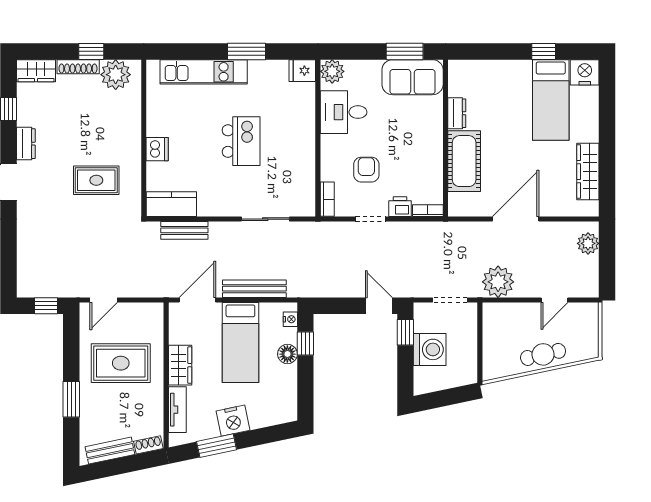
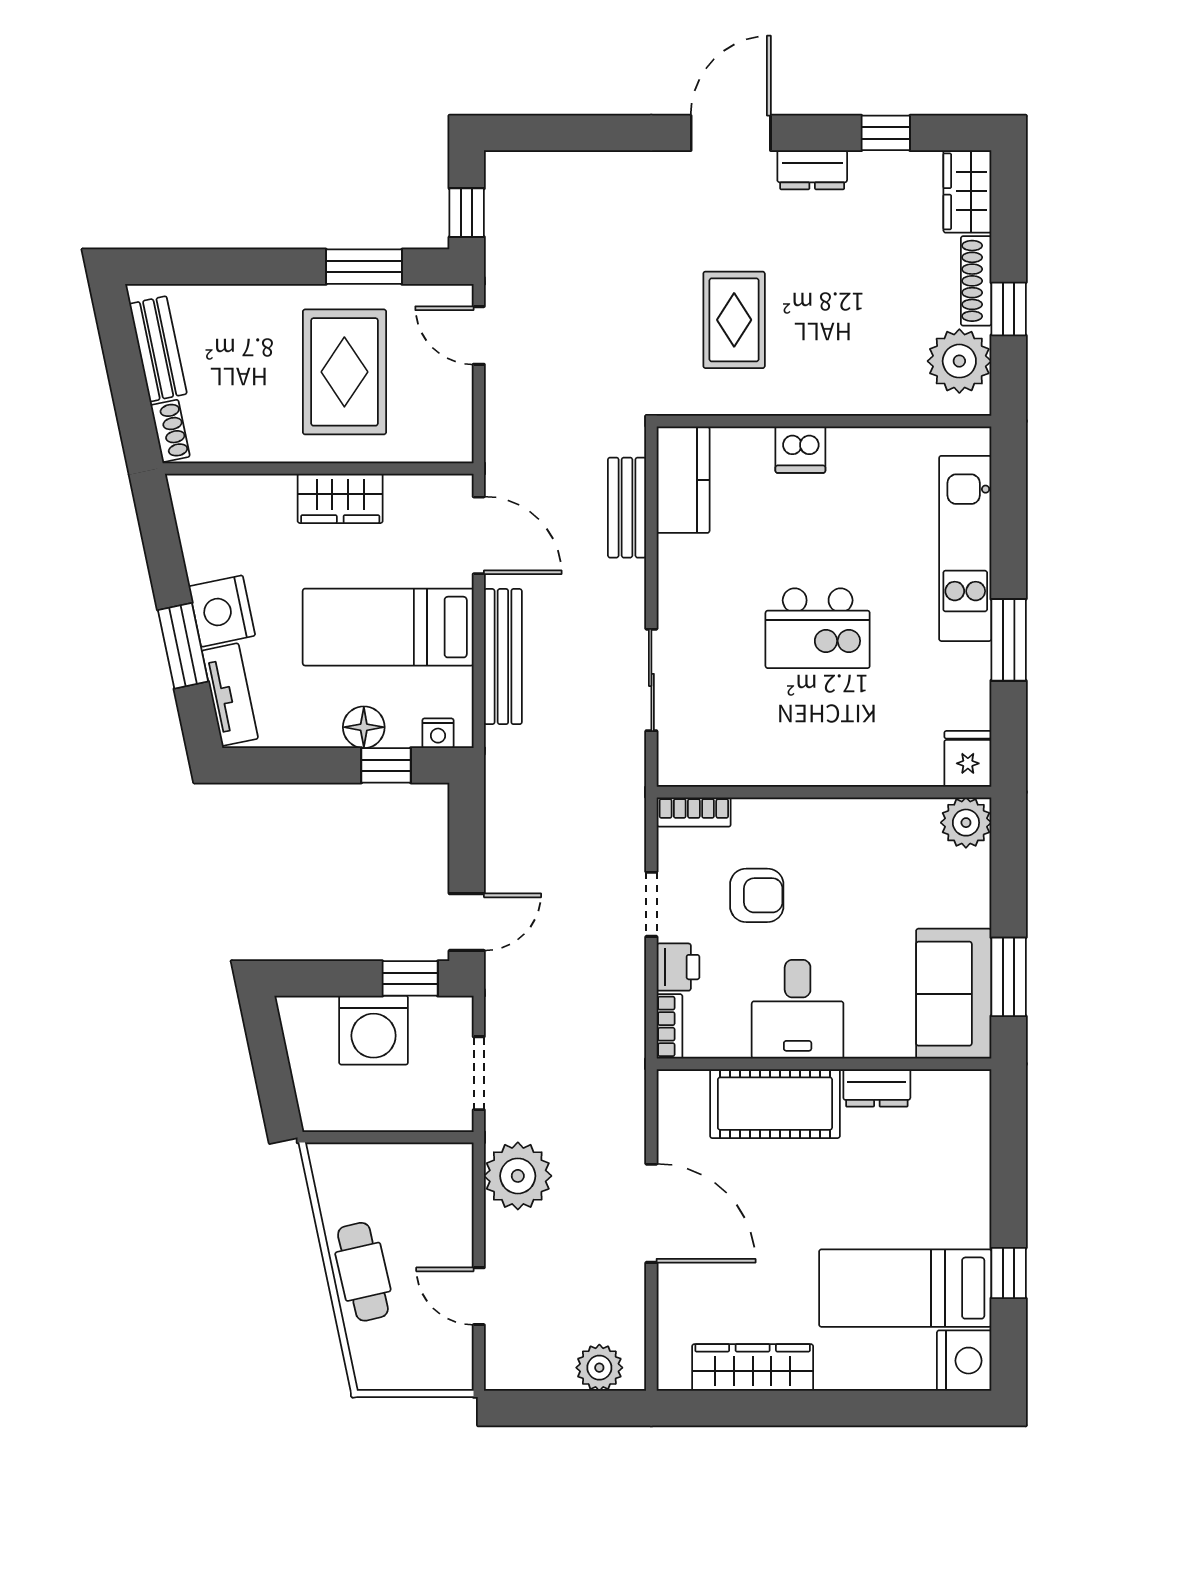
desk: (344, 112) -> (798, 1009), moved, turned 180
window: (71, 399) -> (364, 267), moved
tv unit: (177, 410) -> (230, 695), moved, turned -102
window: (217, 446) -> (183, 646), moved

